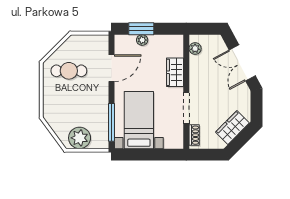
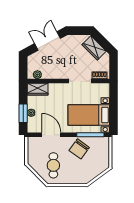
double door: (242, 63) -> (48, 41), swing flipped
wardrobe: (175, 72) -> (38, 89), moved
chair: (92, 107) -> (79, 149), added
plant: (80, 138) -> (101, 158), removed

